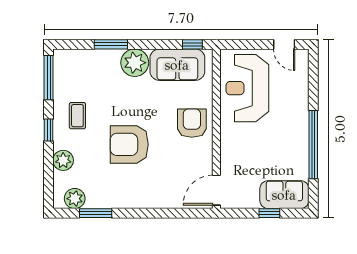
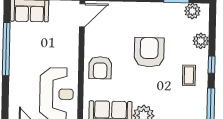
armchair: (129, 144) -> (149, 52), turned -90

